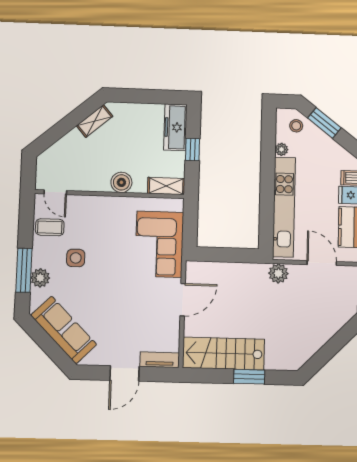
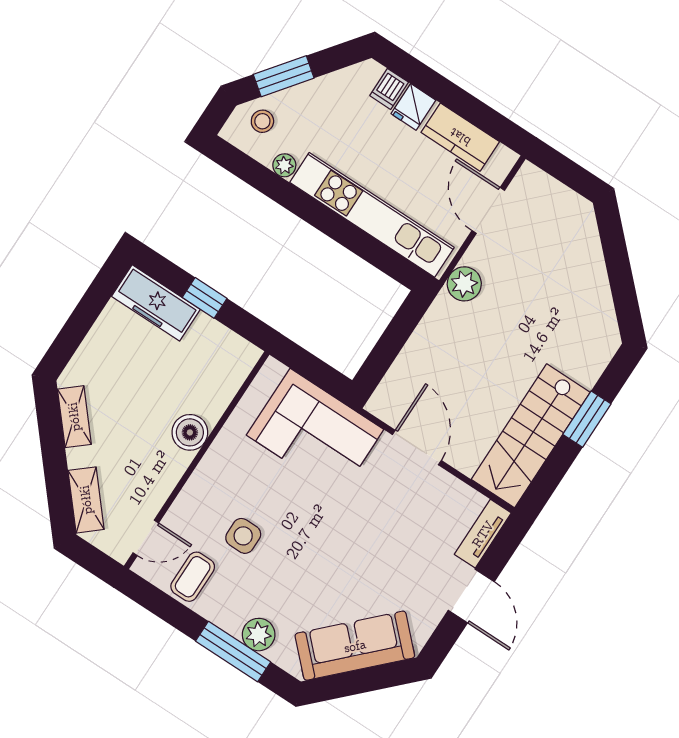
shelving: (166, 186) -> (86, 500), moved, turned -41
side table: (76, 258) -> (243, 536), moved
door: (322, 263) -> (488, 210), hinge flipped

